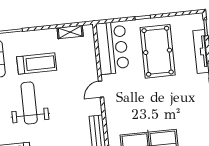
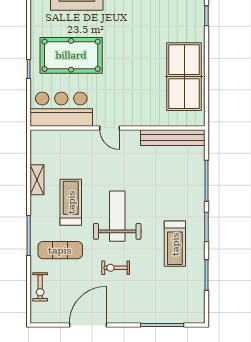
shelving: (70, 32) -> (37, 180), moved
weight bench: (29, 103) -> (117, 216), turned 90

